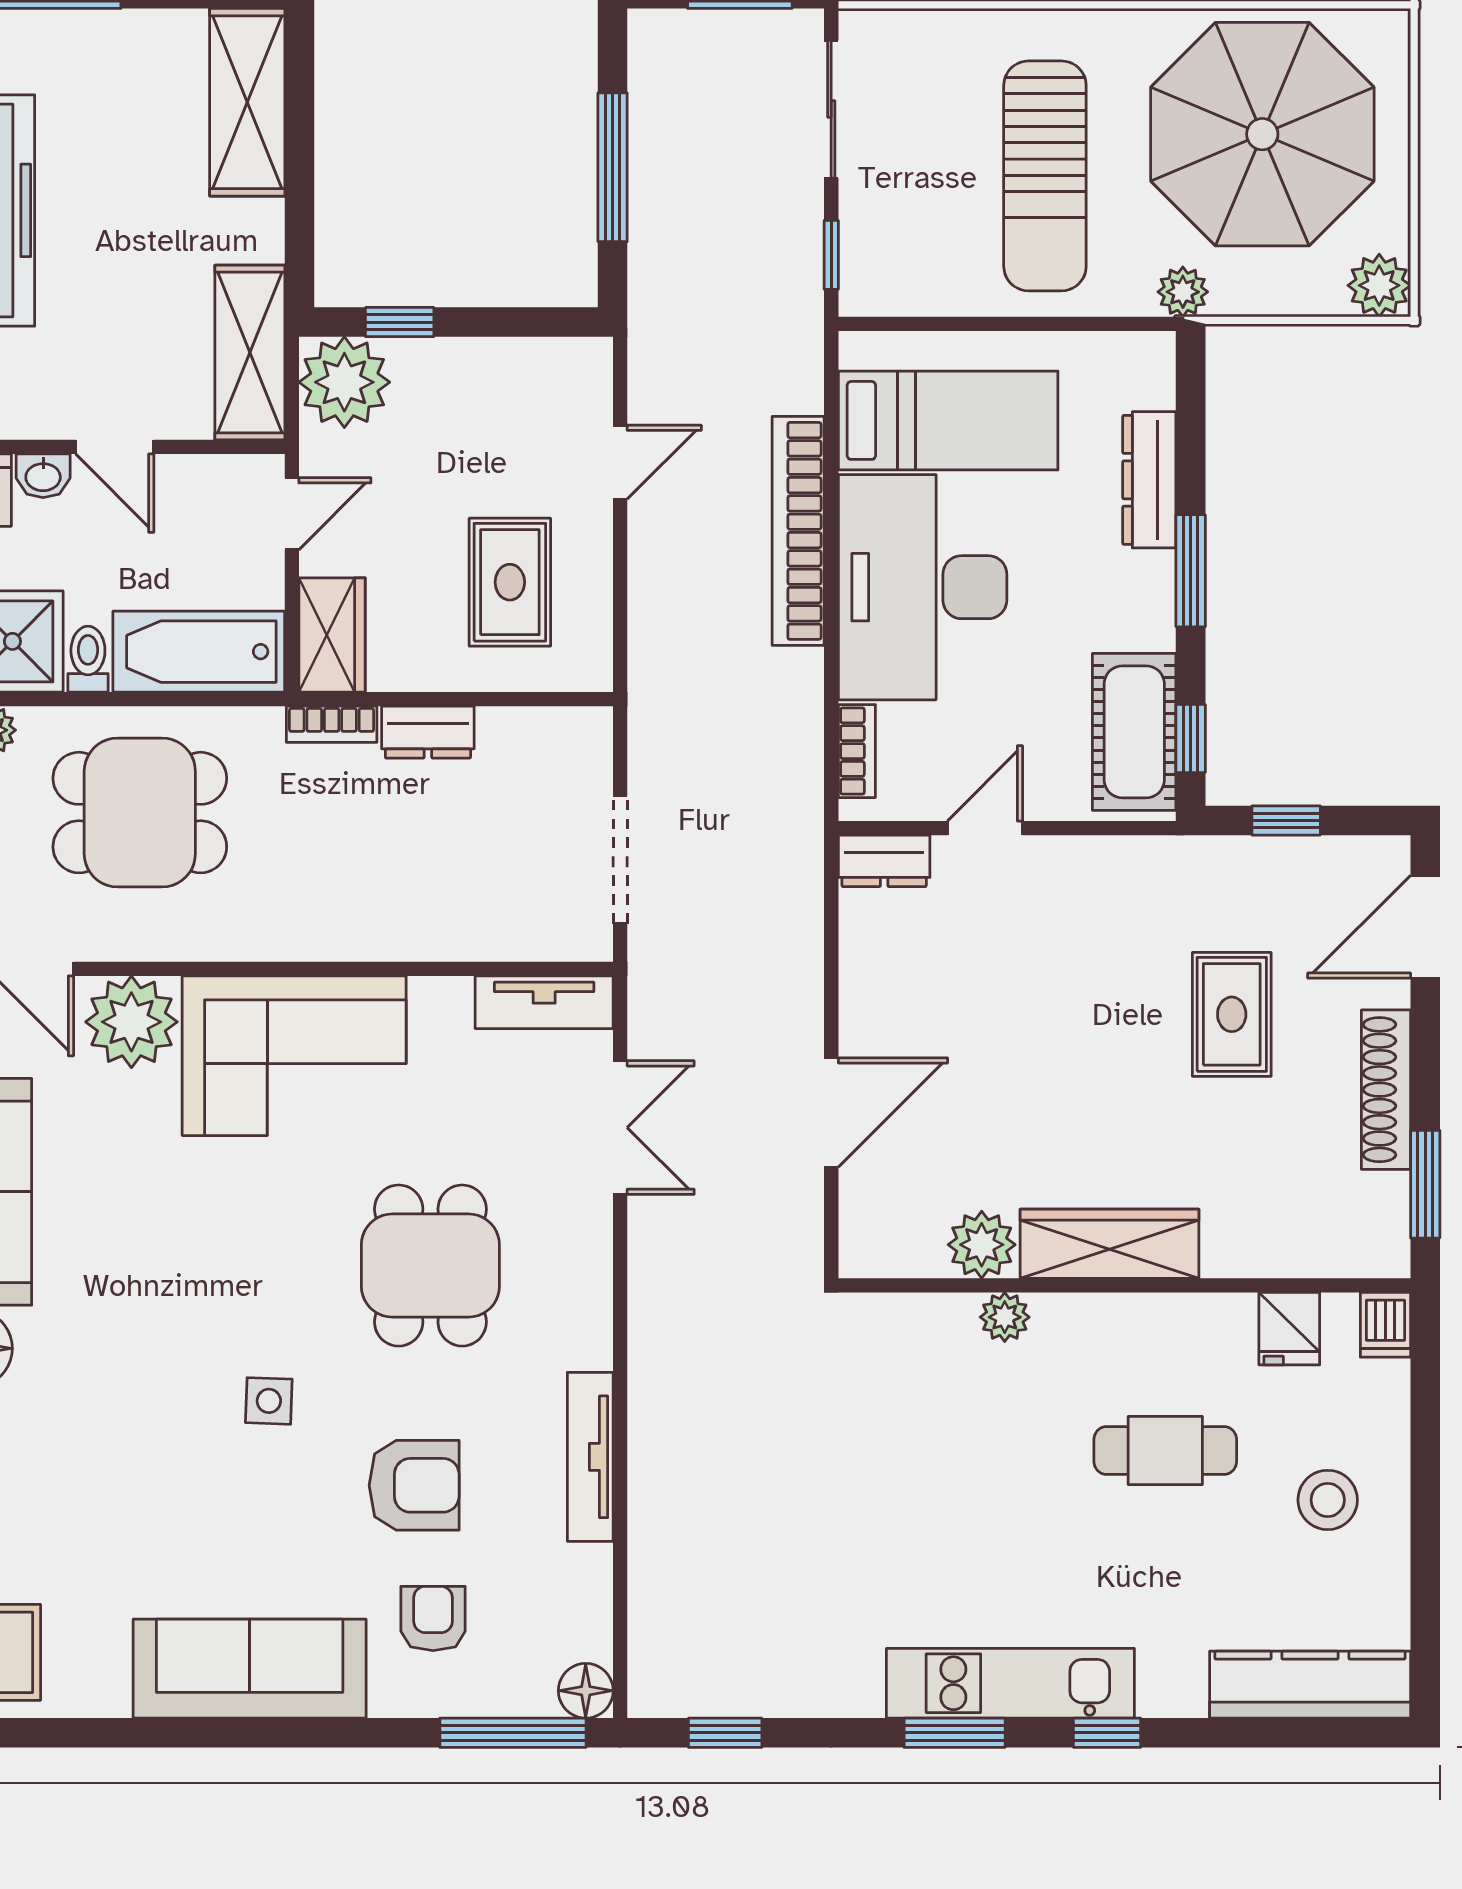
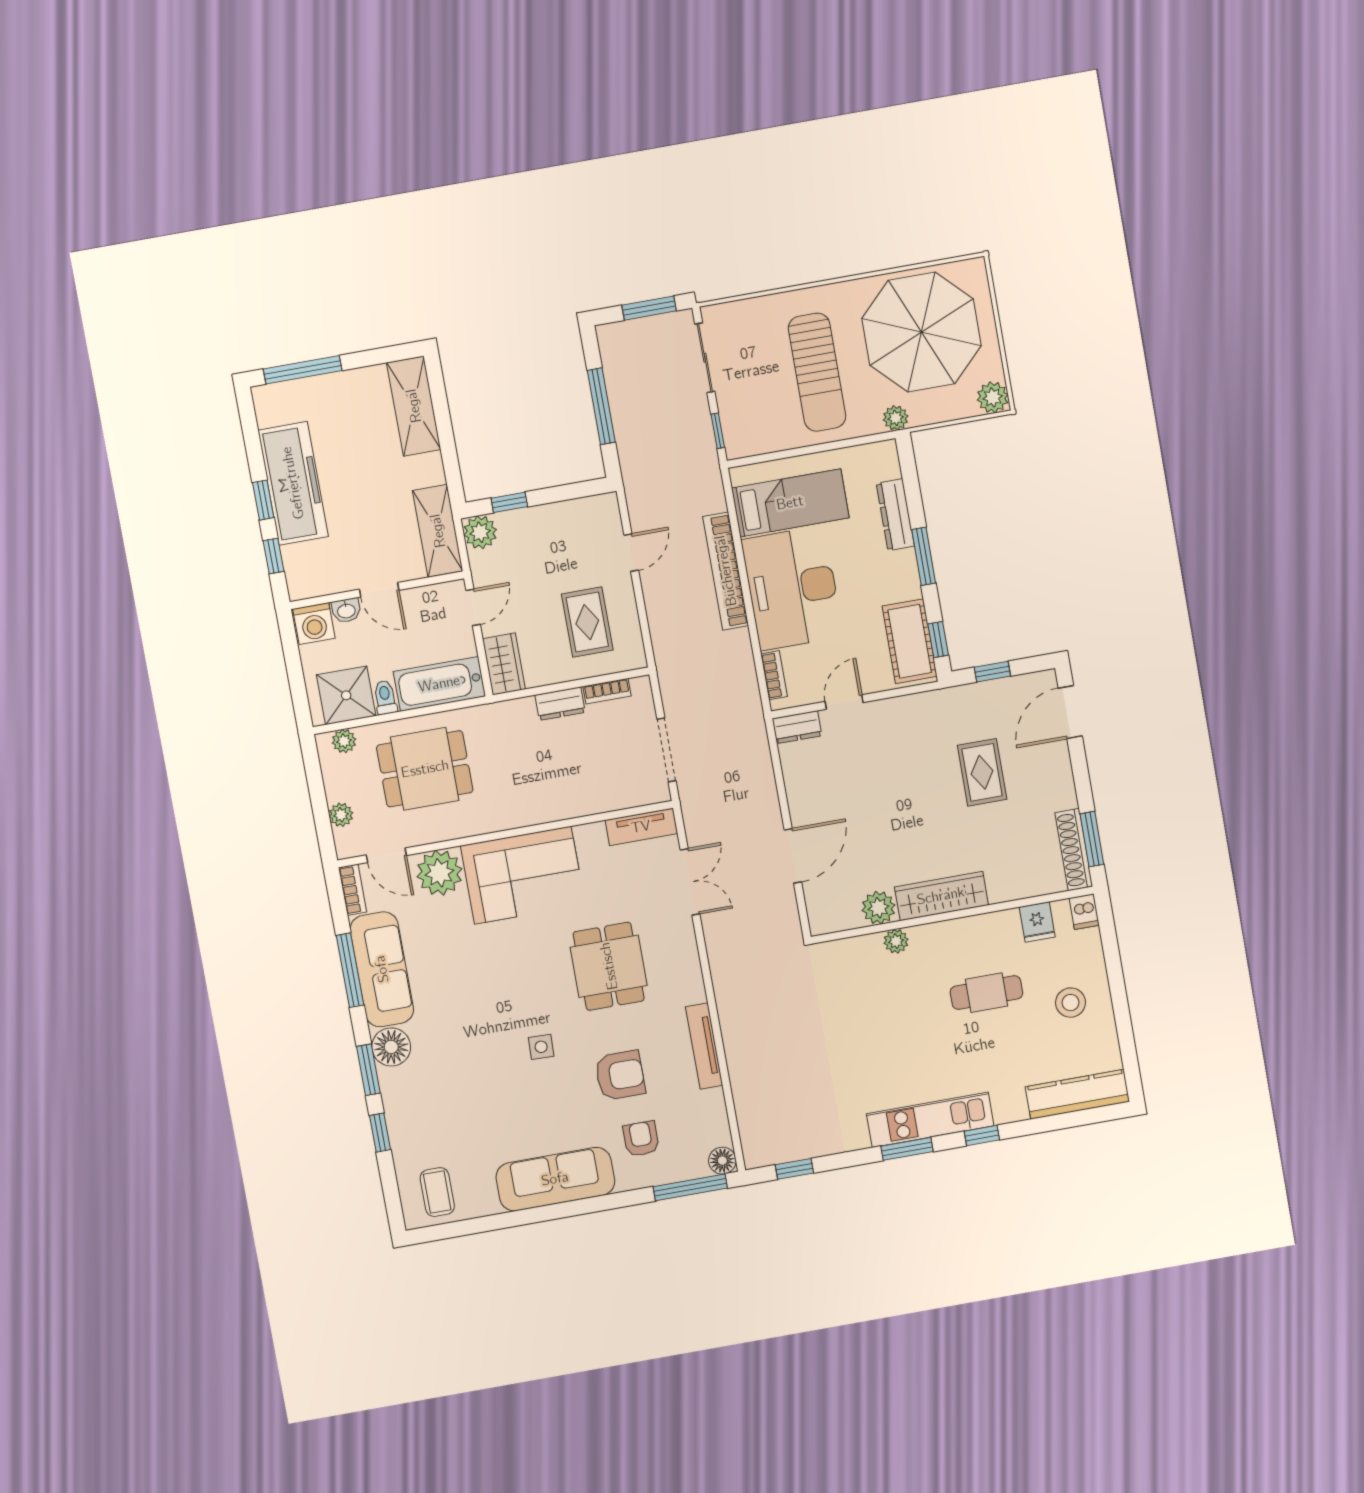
plant: (344, 382) -> (480, 532), width x0.73, depth x0.73
bookcase: (332, 724) -> (607, 691), moved
shoe rack: (1386, 1090) -> (1074, 850), moved

